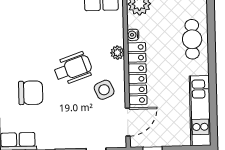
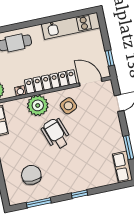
plant: (117, 53) -> (38, 105), width x1.88, depth x1.88
chair: (31, 93) -> (31, 175), moved

